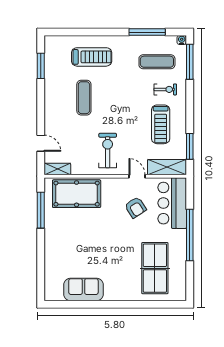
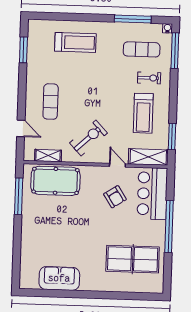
exercise mat: (84, 98) -> (51, 102), moved
exercise bike: (108, 150) -> (89, 138), turned 47
shelving: (58, 169) -> (48, 156), moved
table tennis table: (155, 268) -> (133, 259), turned 90

